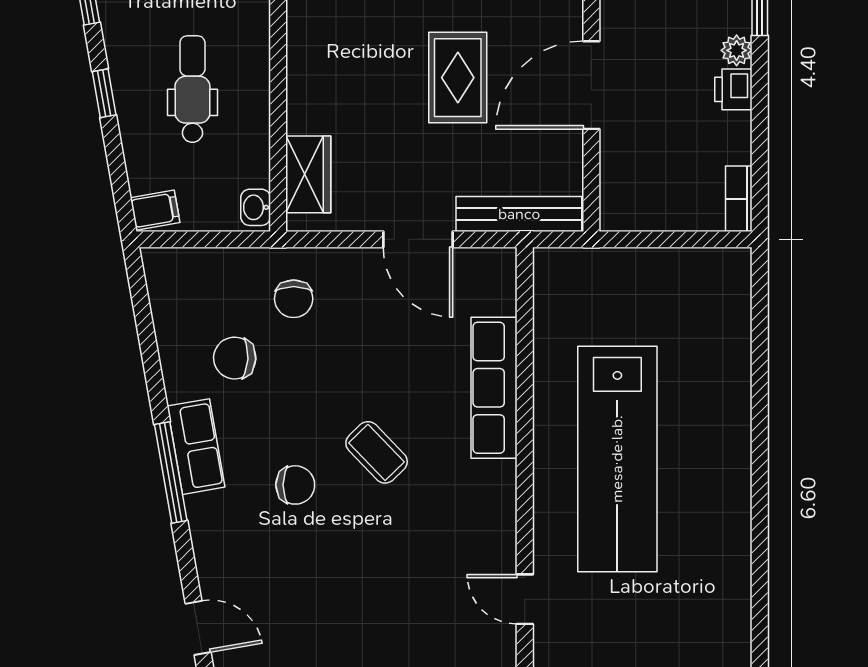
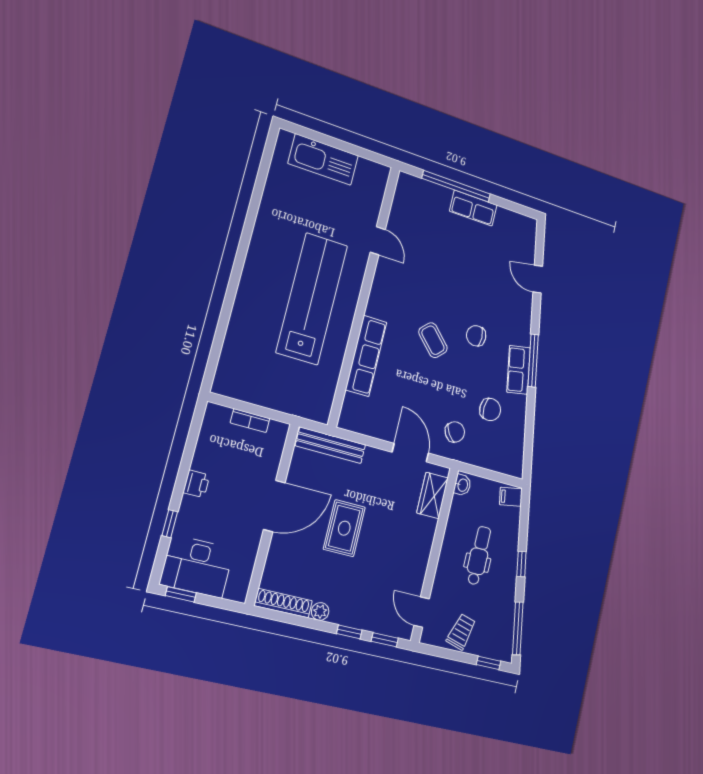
plant: (737, 50) -> (189, 506), removed
dental chair: (192, 89) -> (479, 556), turned 180
bookcase: (739, 199) -> (250, 421), moved, turned 90
door: (418, 239) -> (410, 453), moved
chair: (294, 299) -> (455, 432), turned 57

